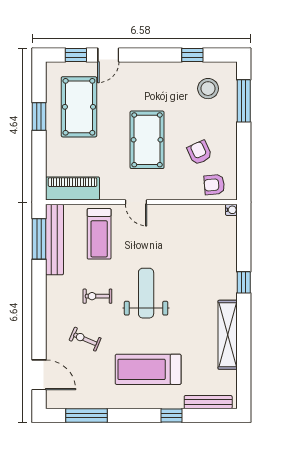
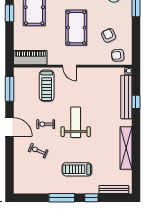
bench: (54, 240) -> (126, 97), moved
window: (244, 282) -> (136, 102), moved
treadmill: (148, 369) -> (77, 169), width x0.73, depth x0.73
door: (39, 375) -> (10, 127), moved
window: (87, 415) -> (62, 198), moved

